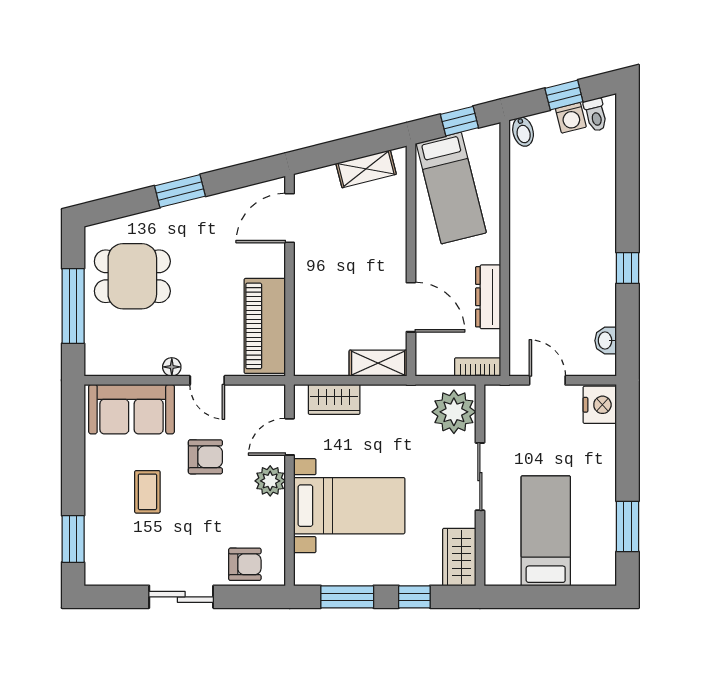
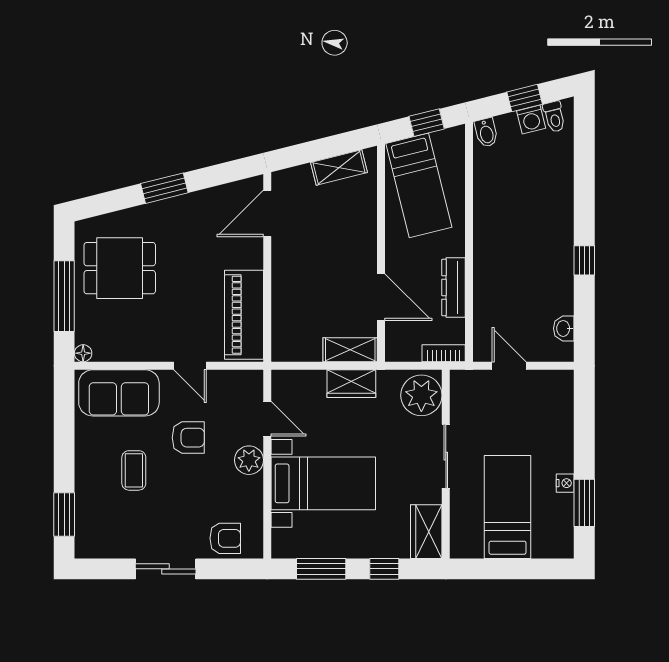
floor lamp: (172, 367) -> (83, 353), moved
wardrobe: (334, 399) -> (351, 384), moved
nightstand: (600, 405) -> (565, 483), moved, width x0.53, depth x0.56
door: (290, 437) -> (267, 419), swing flipped

